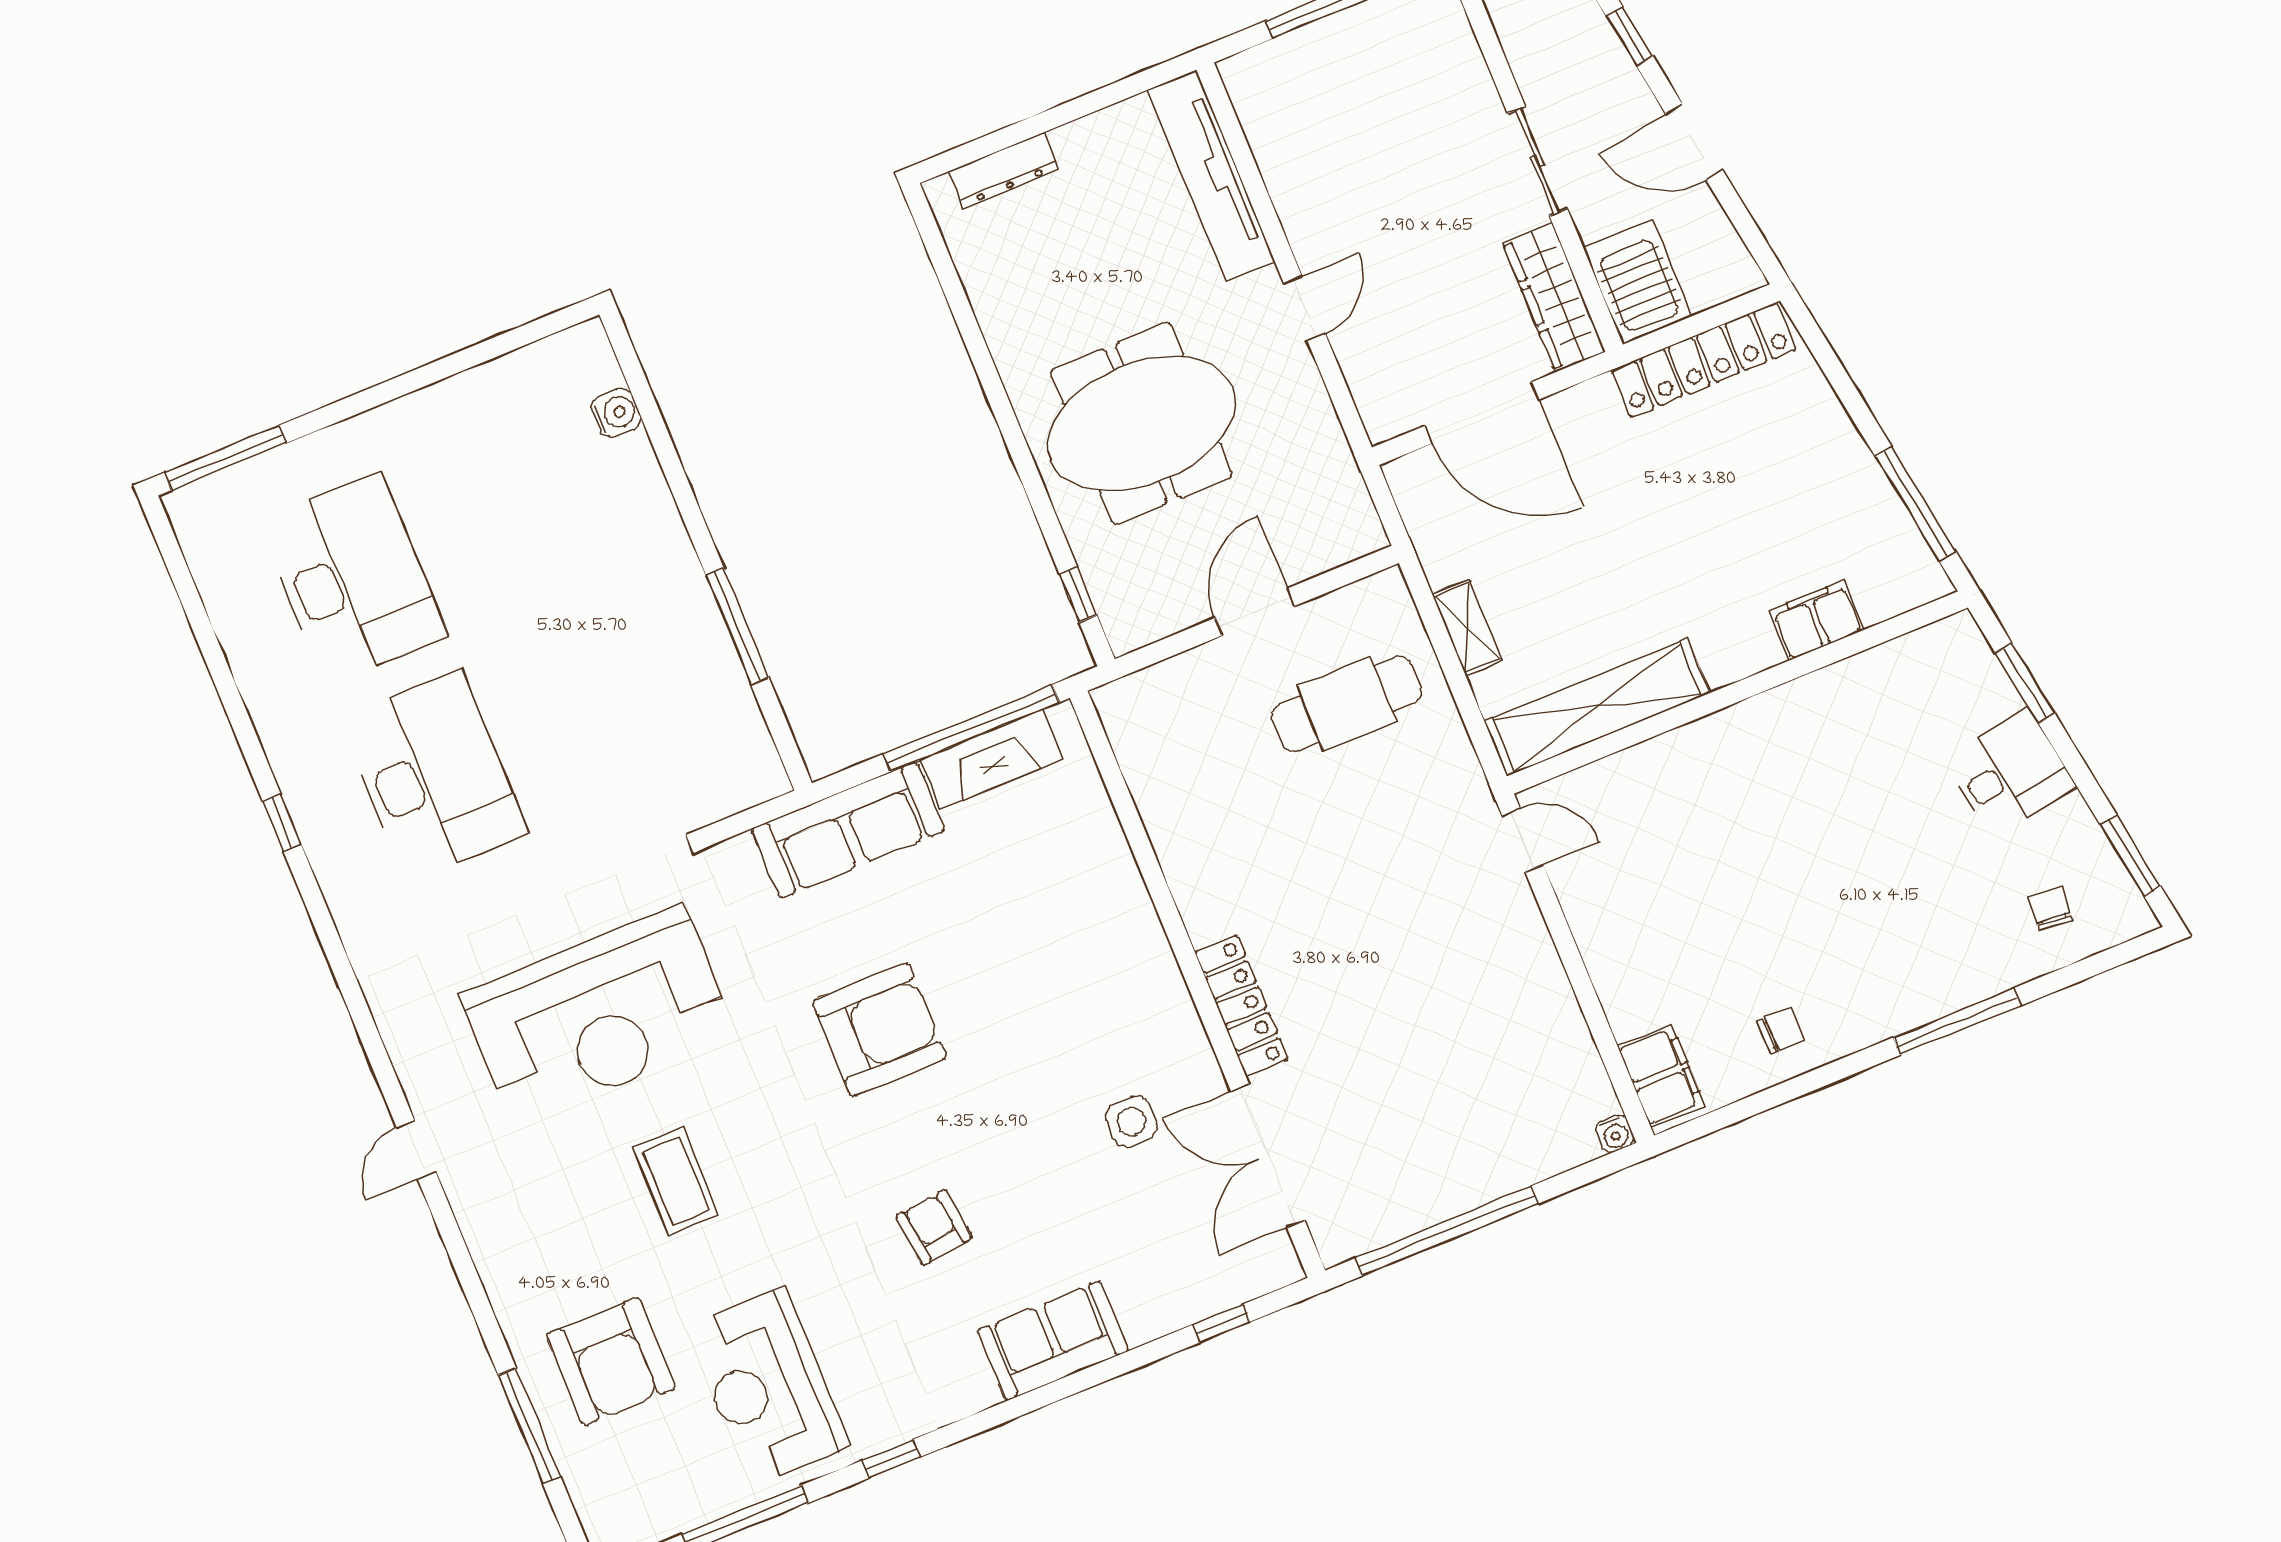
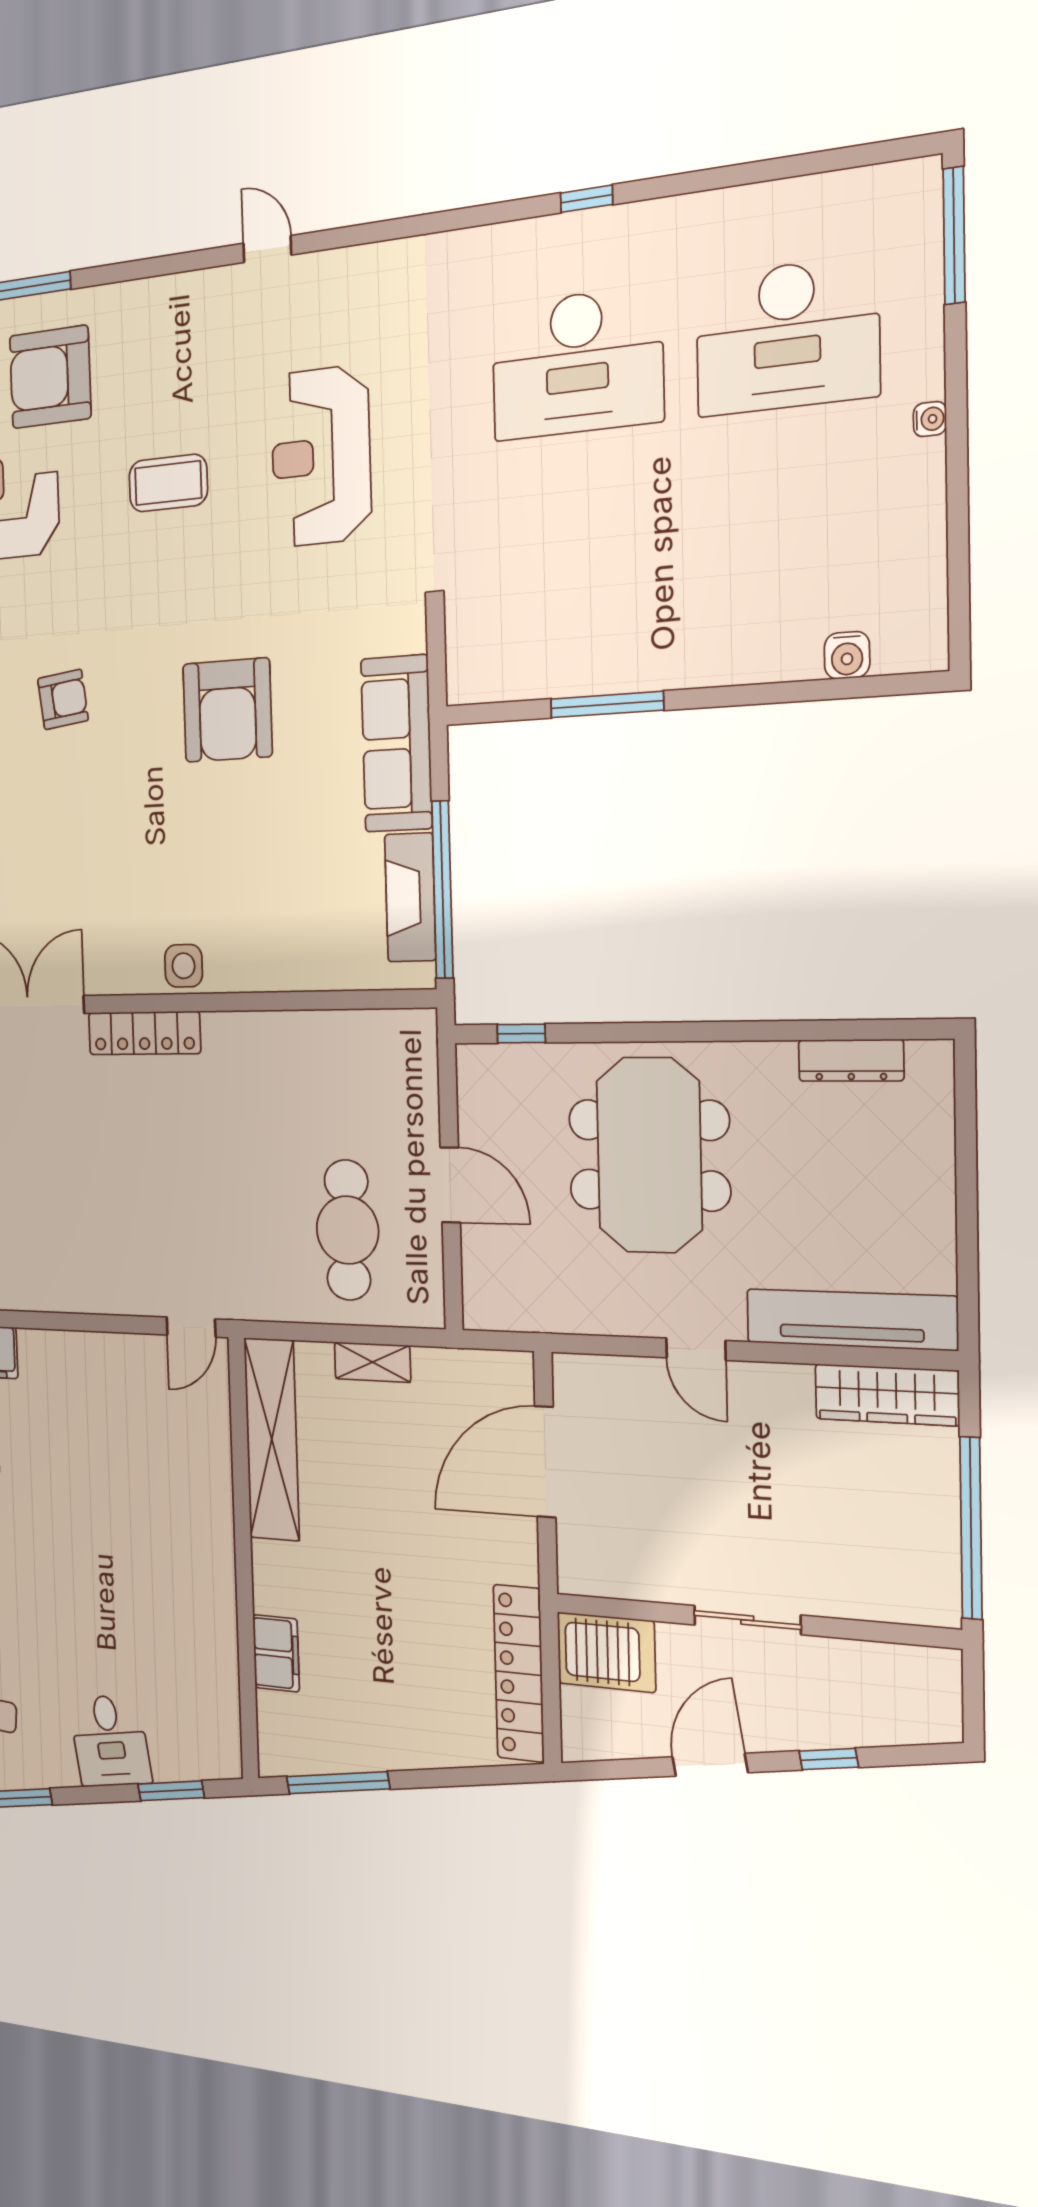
dresser: (1004, 170) -> (851, 1060), moved, turned -90
wardrobe: (1554, 297) -> (887, 1395), moved, turned 180
water cooler: (388, 418) -> (930, 419), added
reception desk: (598, 1016) -> (321, 456), width x0.74, depth x0.77
side table: (1131, 1122) -> (184, 966), moved

